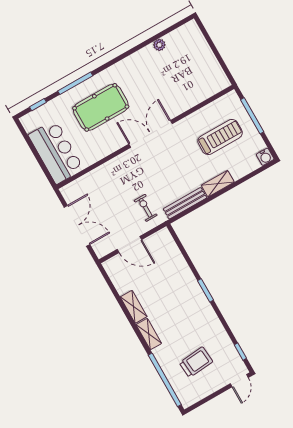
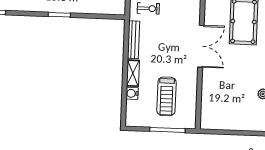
water cooler: (265, 157) -> (132, 93), moved

